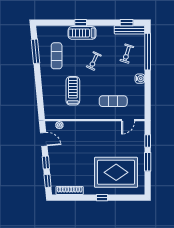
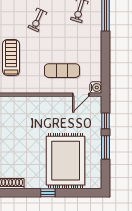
water cooler: (140, 79) -> (96, 87), moved
rug: (116, 172) -> (66, 161), turned 90

